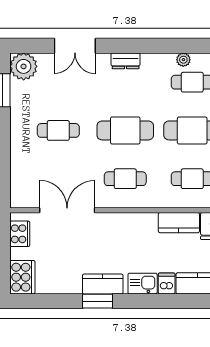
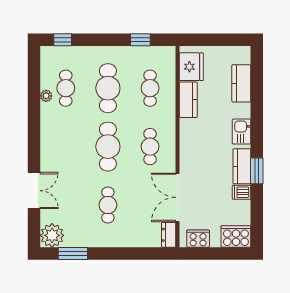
dresser: (126, 61) -> (169, 235), moved, turned 180
dishwasher: (167, 284) -> (242, 192), moved

